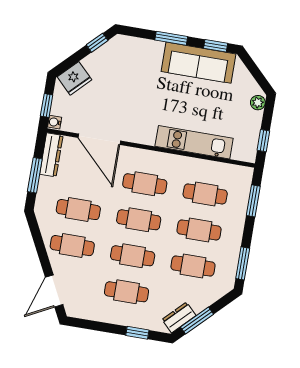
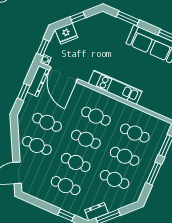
window: (171, 38) -> (128, 18), moved
window: (97, 43) -> (78, 17), moved
door: (99, 139) -> (64, 75), moved
kitchen unit: (194, 142) -> (115, 87), moved
window: (35, 175) -> (24, 92), width x0.67
window: (243, 263) -> (154, 174), moved

